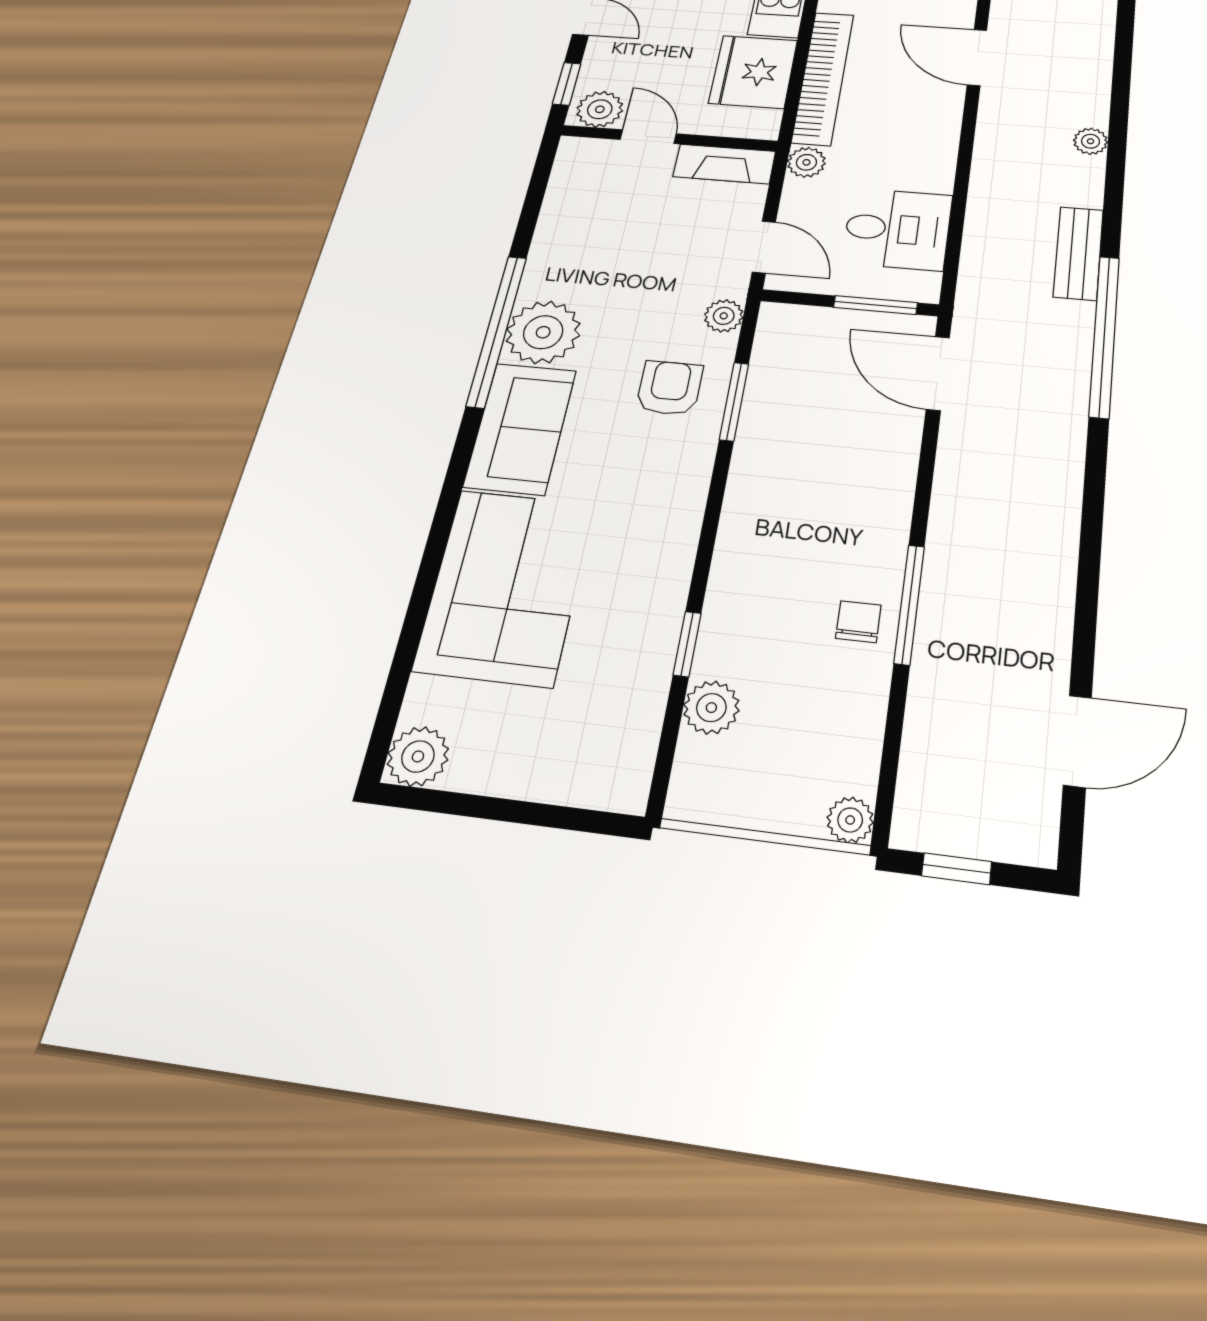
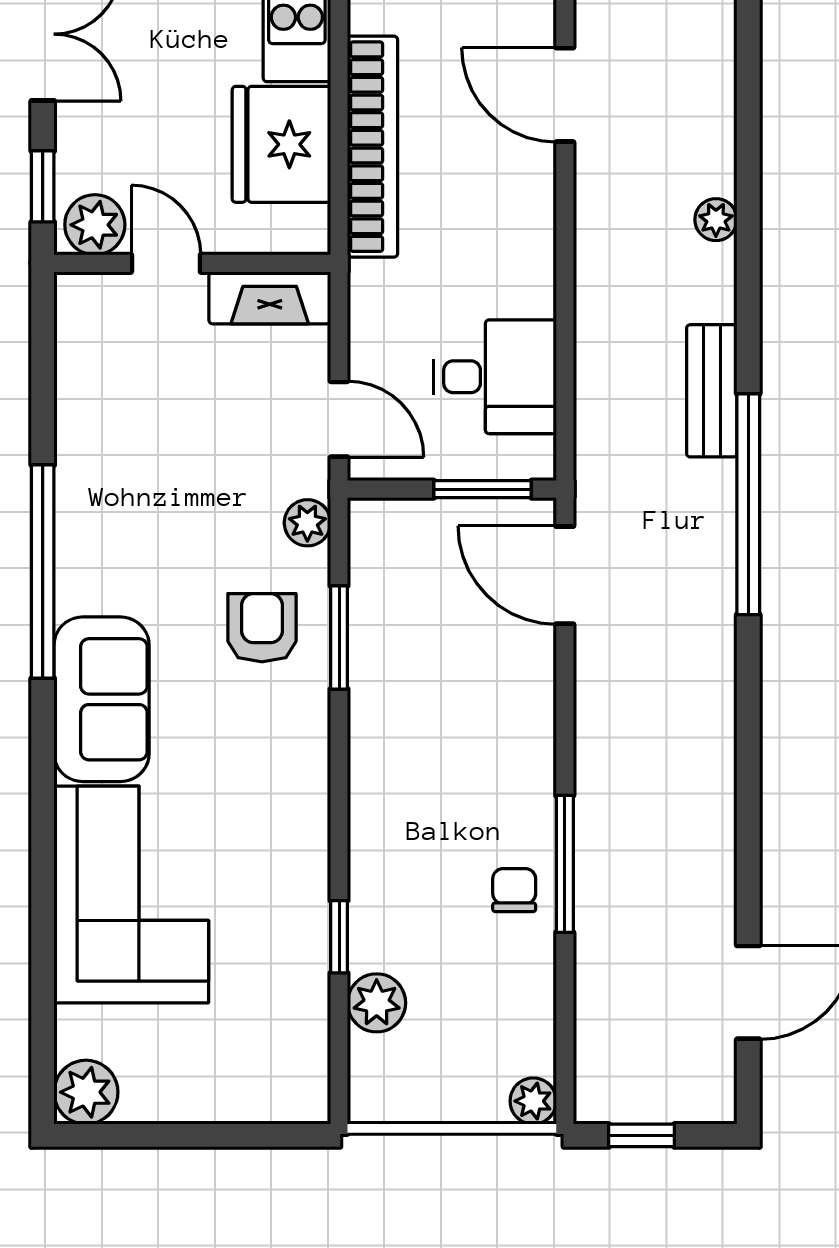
plant: (806, 162) -> (371, 286), removed
plant: (543, 332) -> (98, 568), removed

